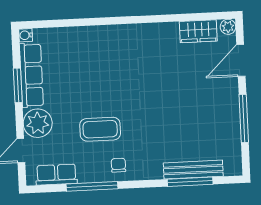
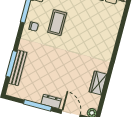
wardrobe: (198, 31) -> (98, 83), moved
dresser: (230, 99) -> (51, 101), added

